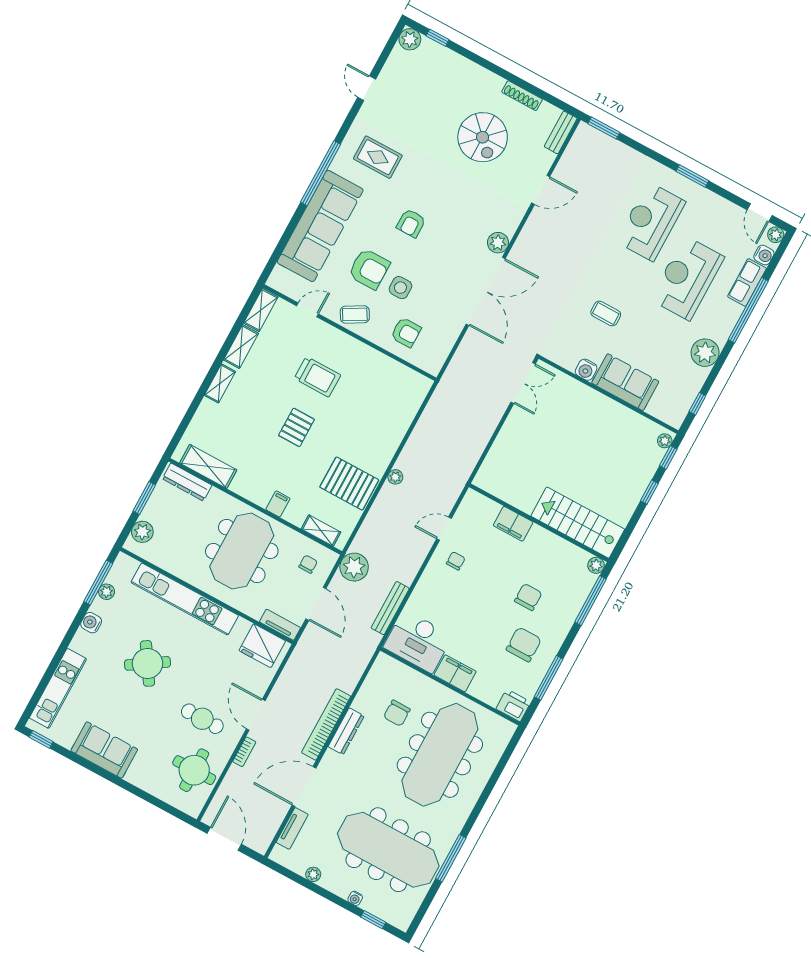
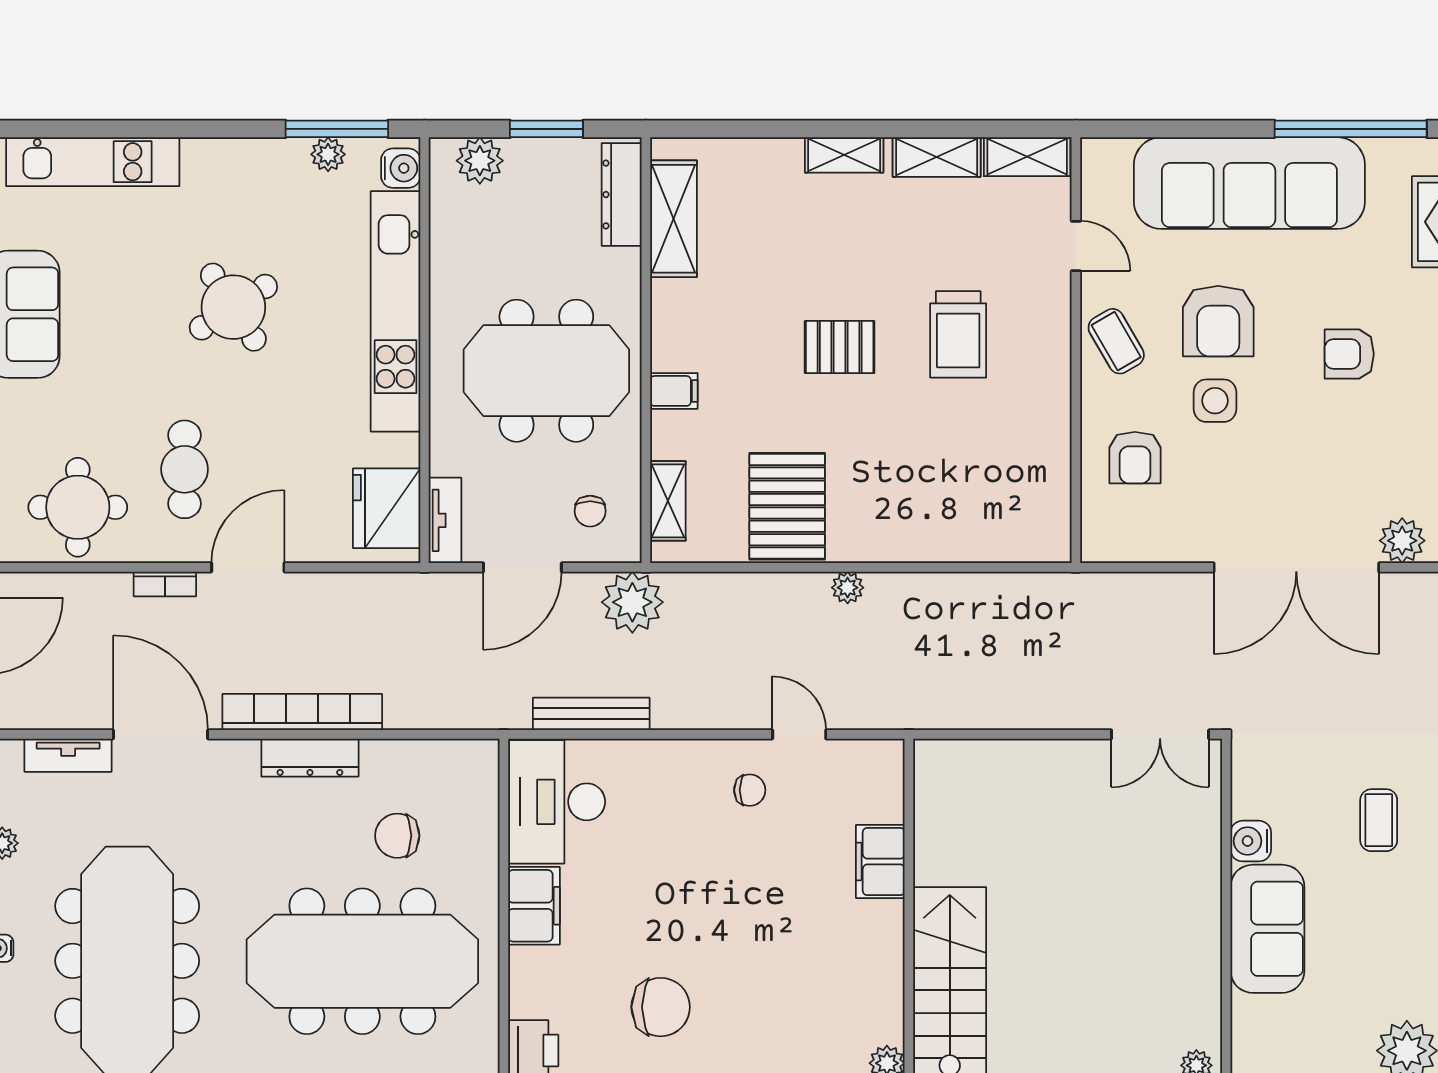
chair: (308, 564) -> (590, 511), turned 90
chair: (528, 597) -> (756, 966), removed
water cooler: (91, 623) -> (401, 168), moved, turned 90

